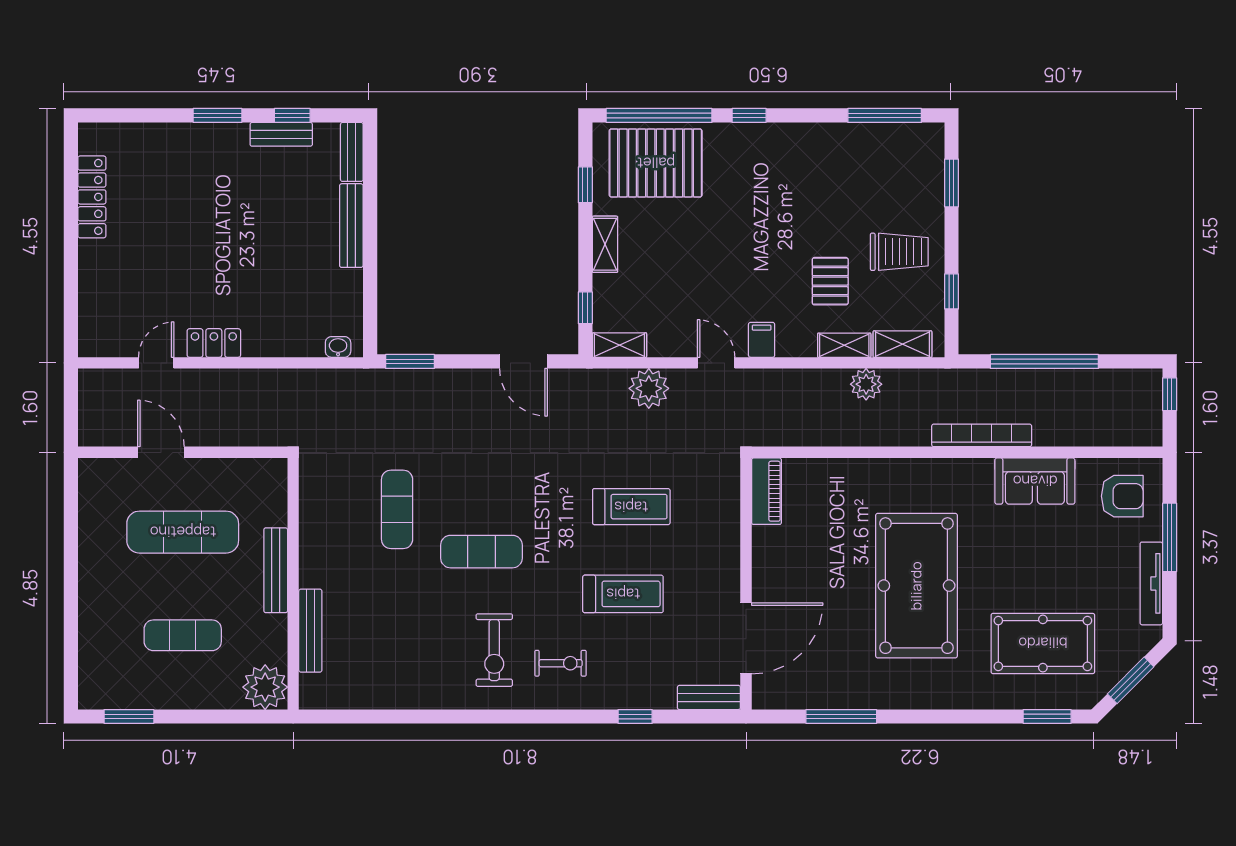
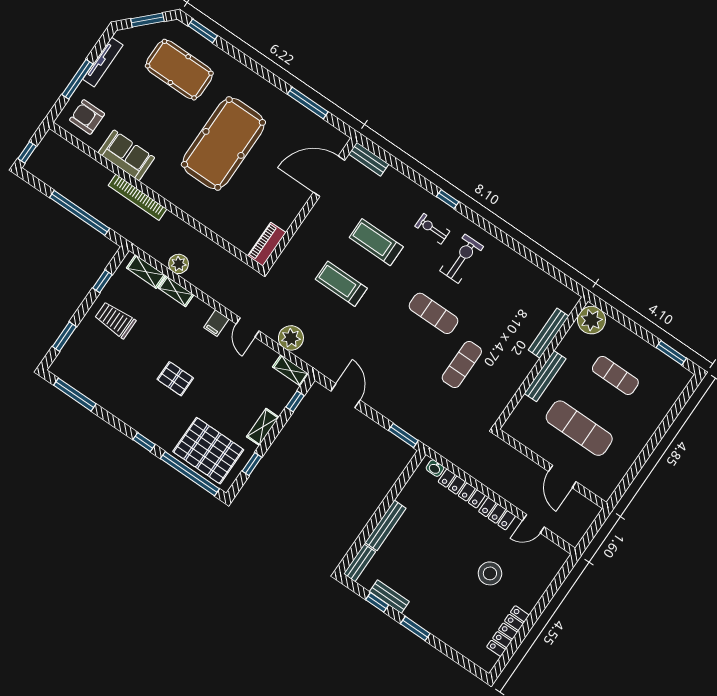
stool: (169, 257) -> (490, 573), added
pallet: (830, 281) -> (175, 379), moved, turned 90
locker: (284, 344) -> (462, 489), added
window: (635, 716) -> (448, 199), moved

